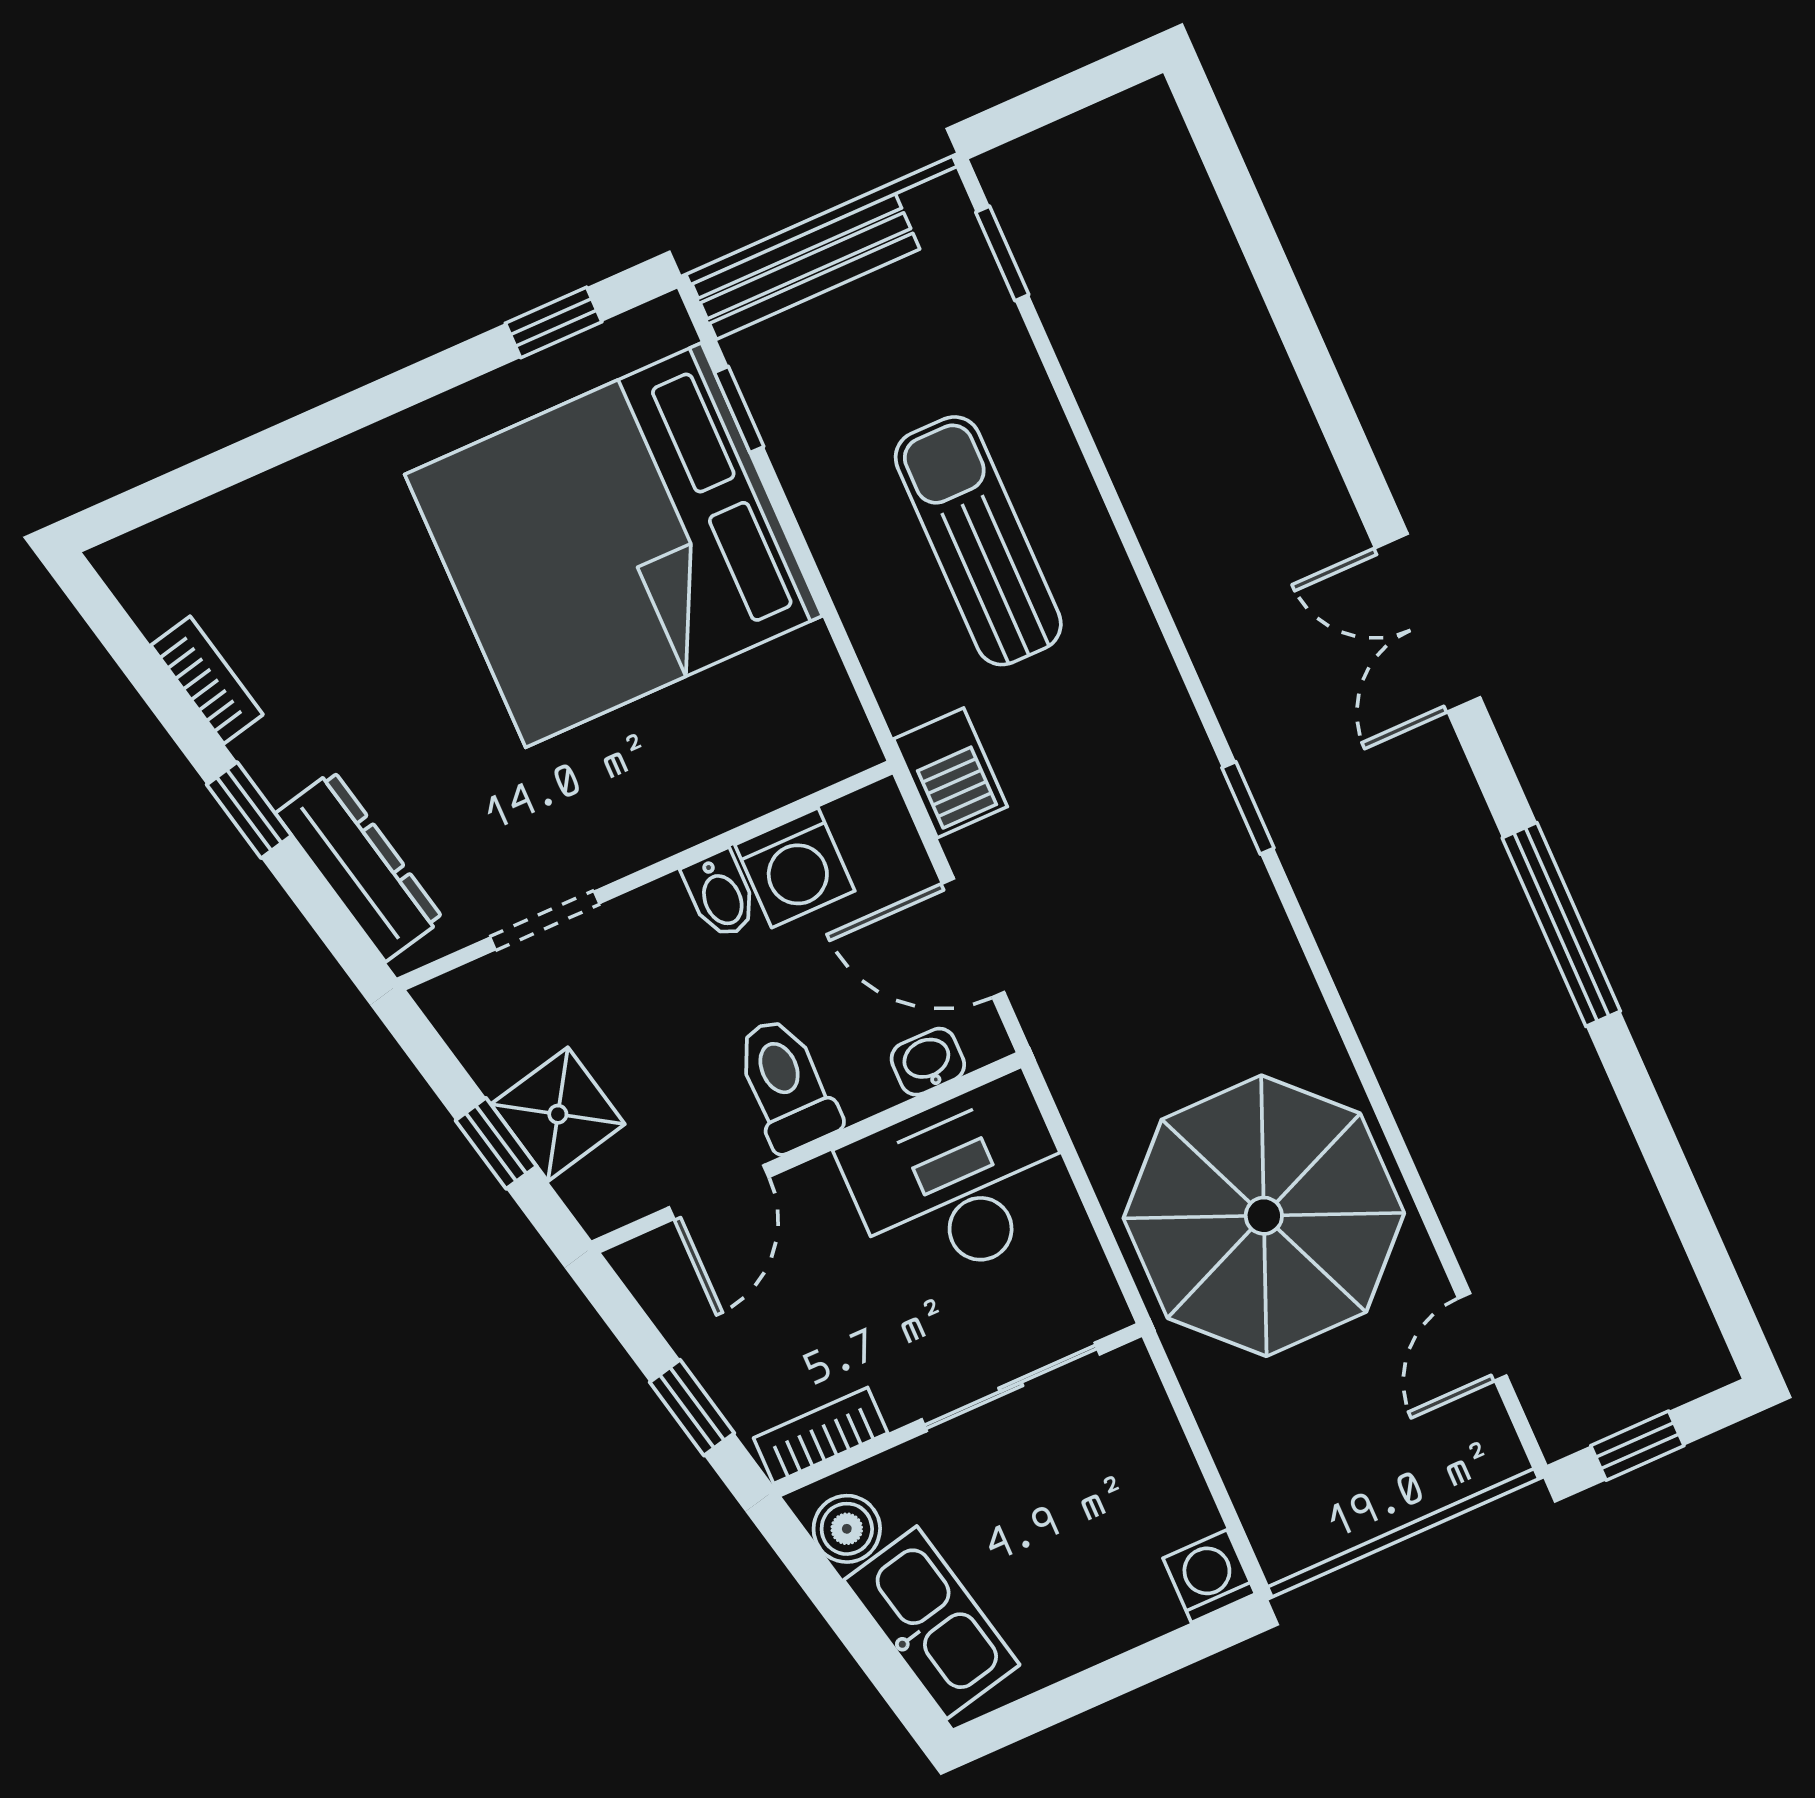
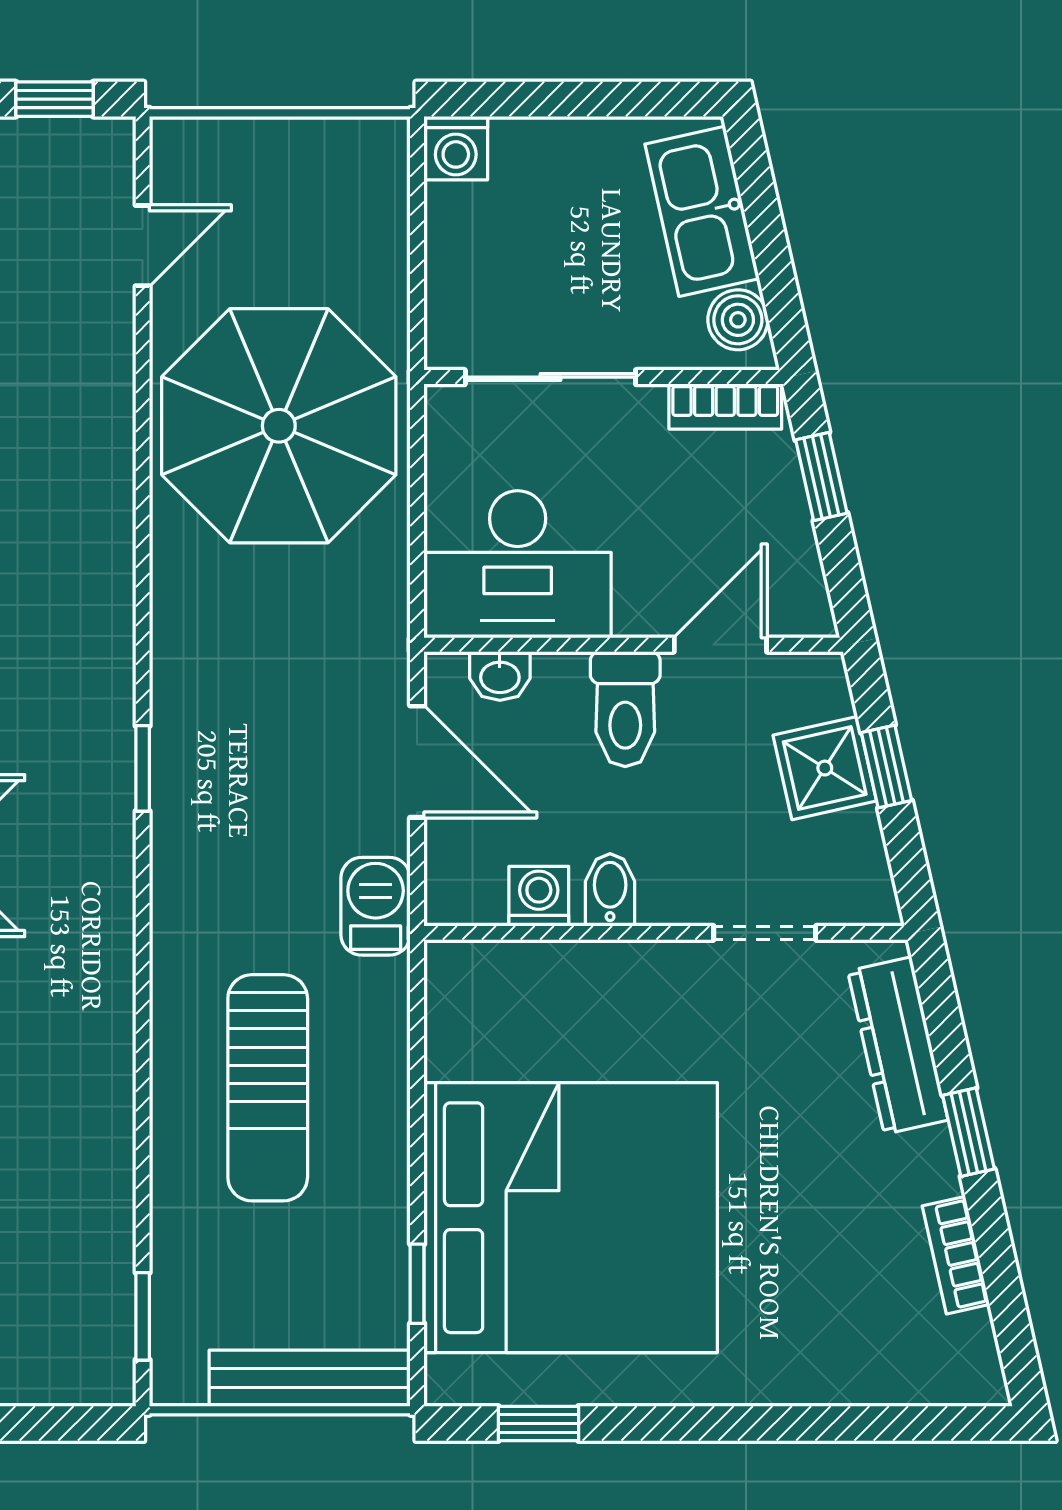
washing machine: (795, 868) -> (539, 896), width x0.73, depth x0.73

